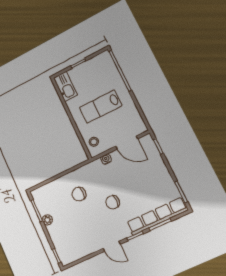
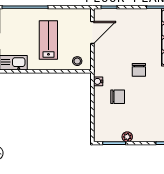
lab bench: (101, 107) -> (48, 40), turned 180
water cooler: (106, 159) -> (98, 81), moved
chair: (79, 194) -> (118, 97), turned -90

